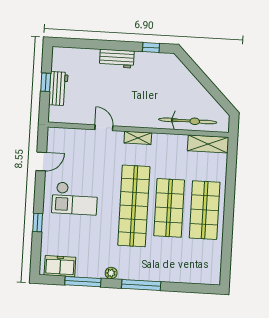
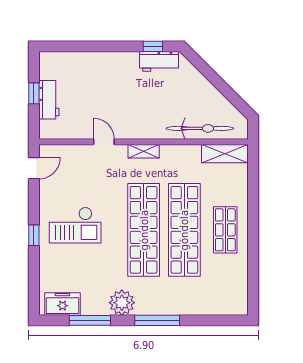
workbench: (117, 59) -> (159, 61), moved
door: (41, 161) -> (34, 168), moved
shop shelf: (169, 208) -> (184, 230), width x1.40
shop shelf: (205, 210) -> (225, 230), width x0.70, depth x0.74
window: (38, 223) -> (34, 235), moved
plant: (111, 273) -> (122, 303), width x1.88, depth x1.88

